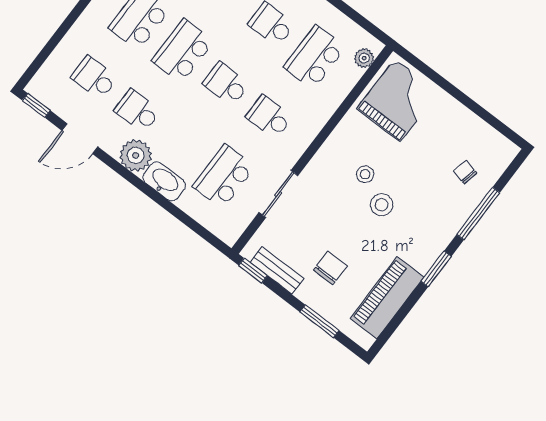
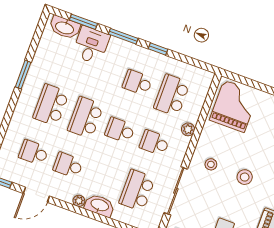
plant: (364, 58) -> (188, 129), moved
plant: (136, 155) -> (79, 201), width x0.53, depth x0.53
stool: (365, 174) -> (211, 164), moved
sliding door: (278, 194) -> (176, 191), width x1.37

